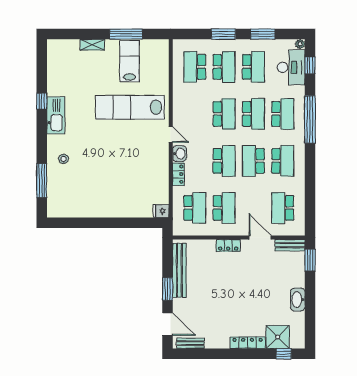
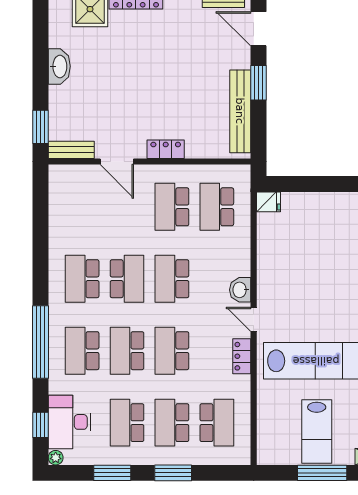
locker: (178, 174) -> (242, 356), moved
school desk: (283, 208) -> (82, 207), removed

